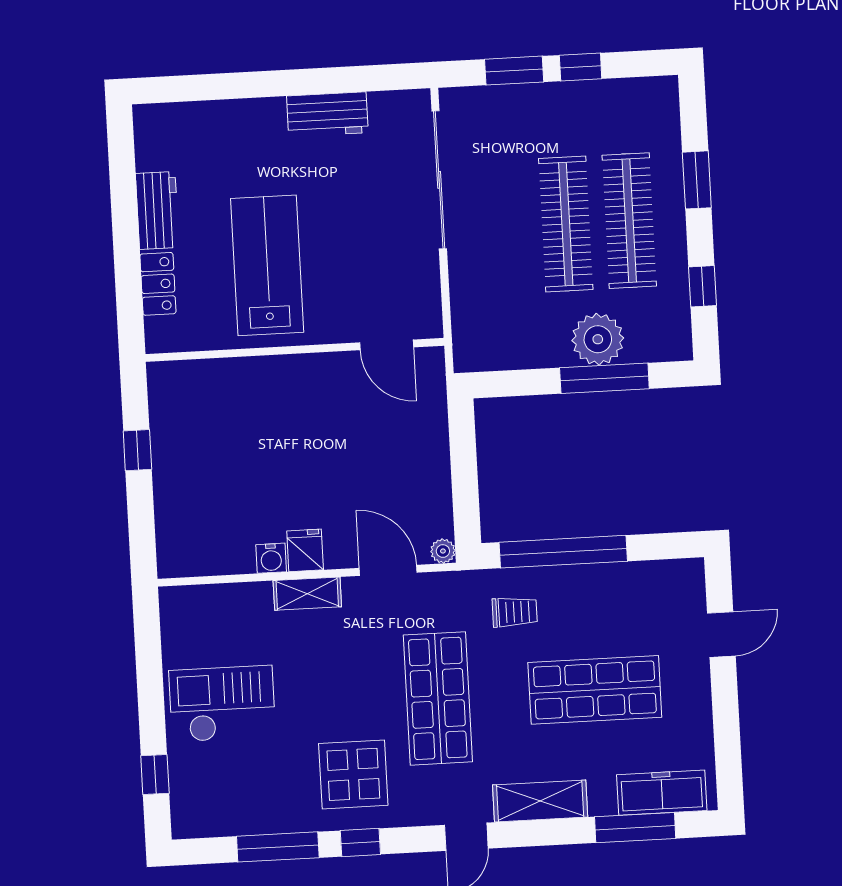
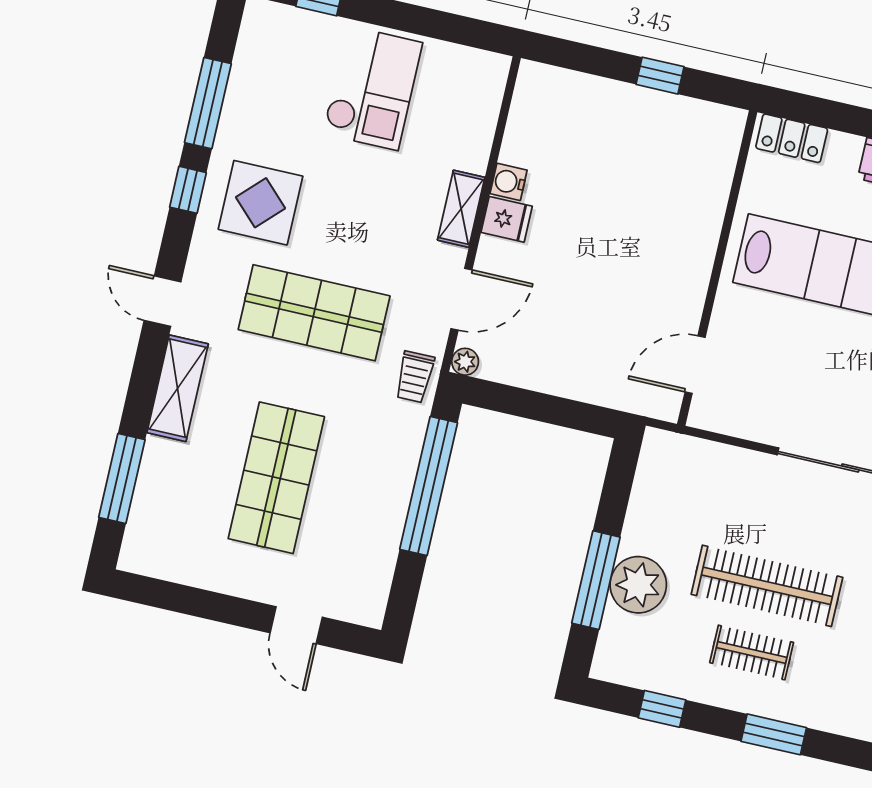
clothes rail: (629, 221) -> (752, 653), width x0.54, depth x0.76
locker: (158, 284) -> (792, 138), moved
trolley: (515, 612) -> (415, 377), moved
freezer: (662, 793) -> (150, 516), removed

